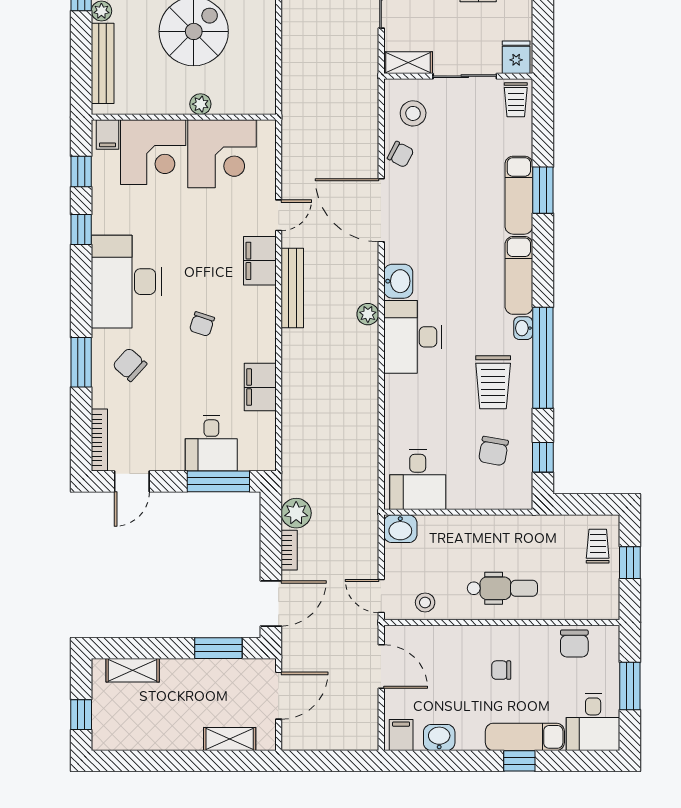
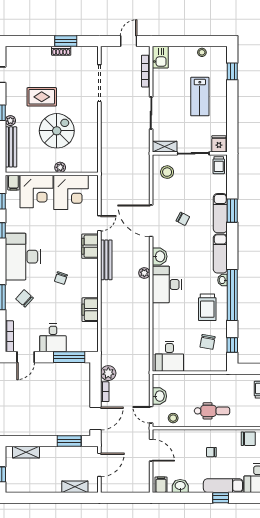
chair: (401, 154) -> (183, 219), moved
desk: (211, 443) -> (53, 338), moved
washbasin: (400, 529) -> (159, 396), moved, turned -90
chair: (574, 644) -> (248, 439), turned -90

